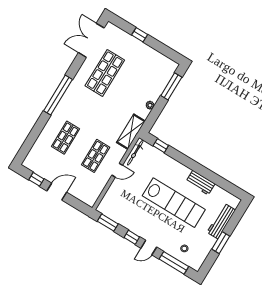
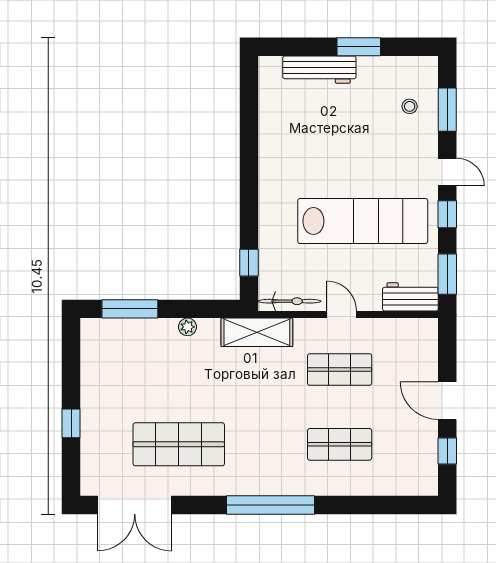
workbench: (200, 183) -> (410, 297), moved, turned -90
lab bench: (174, 203) -> (363, 221), moved, turned 90
window: (174, 263) -> (447, 110), width x0.69

